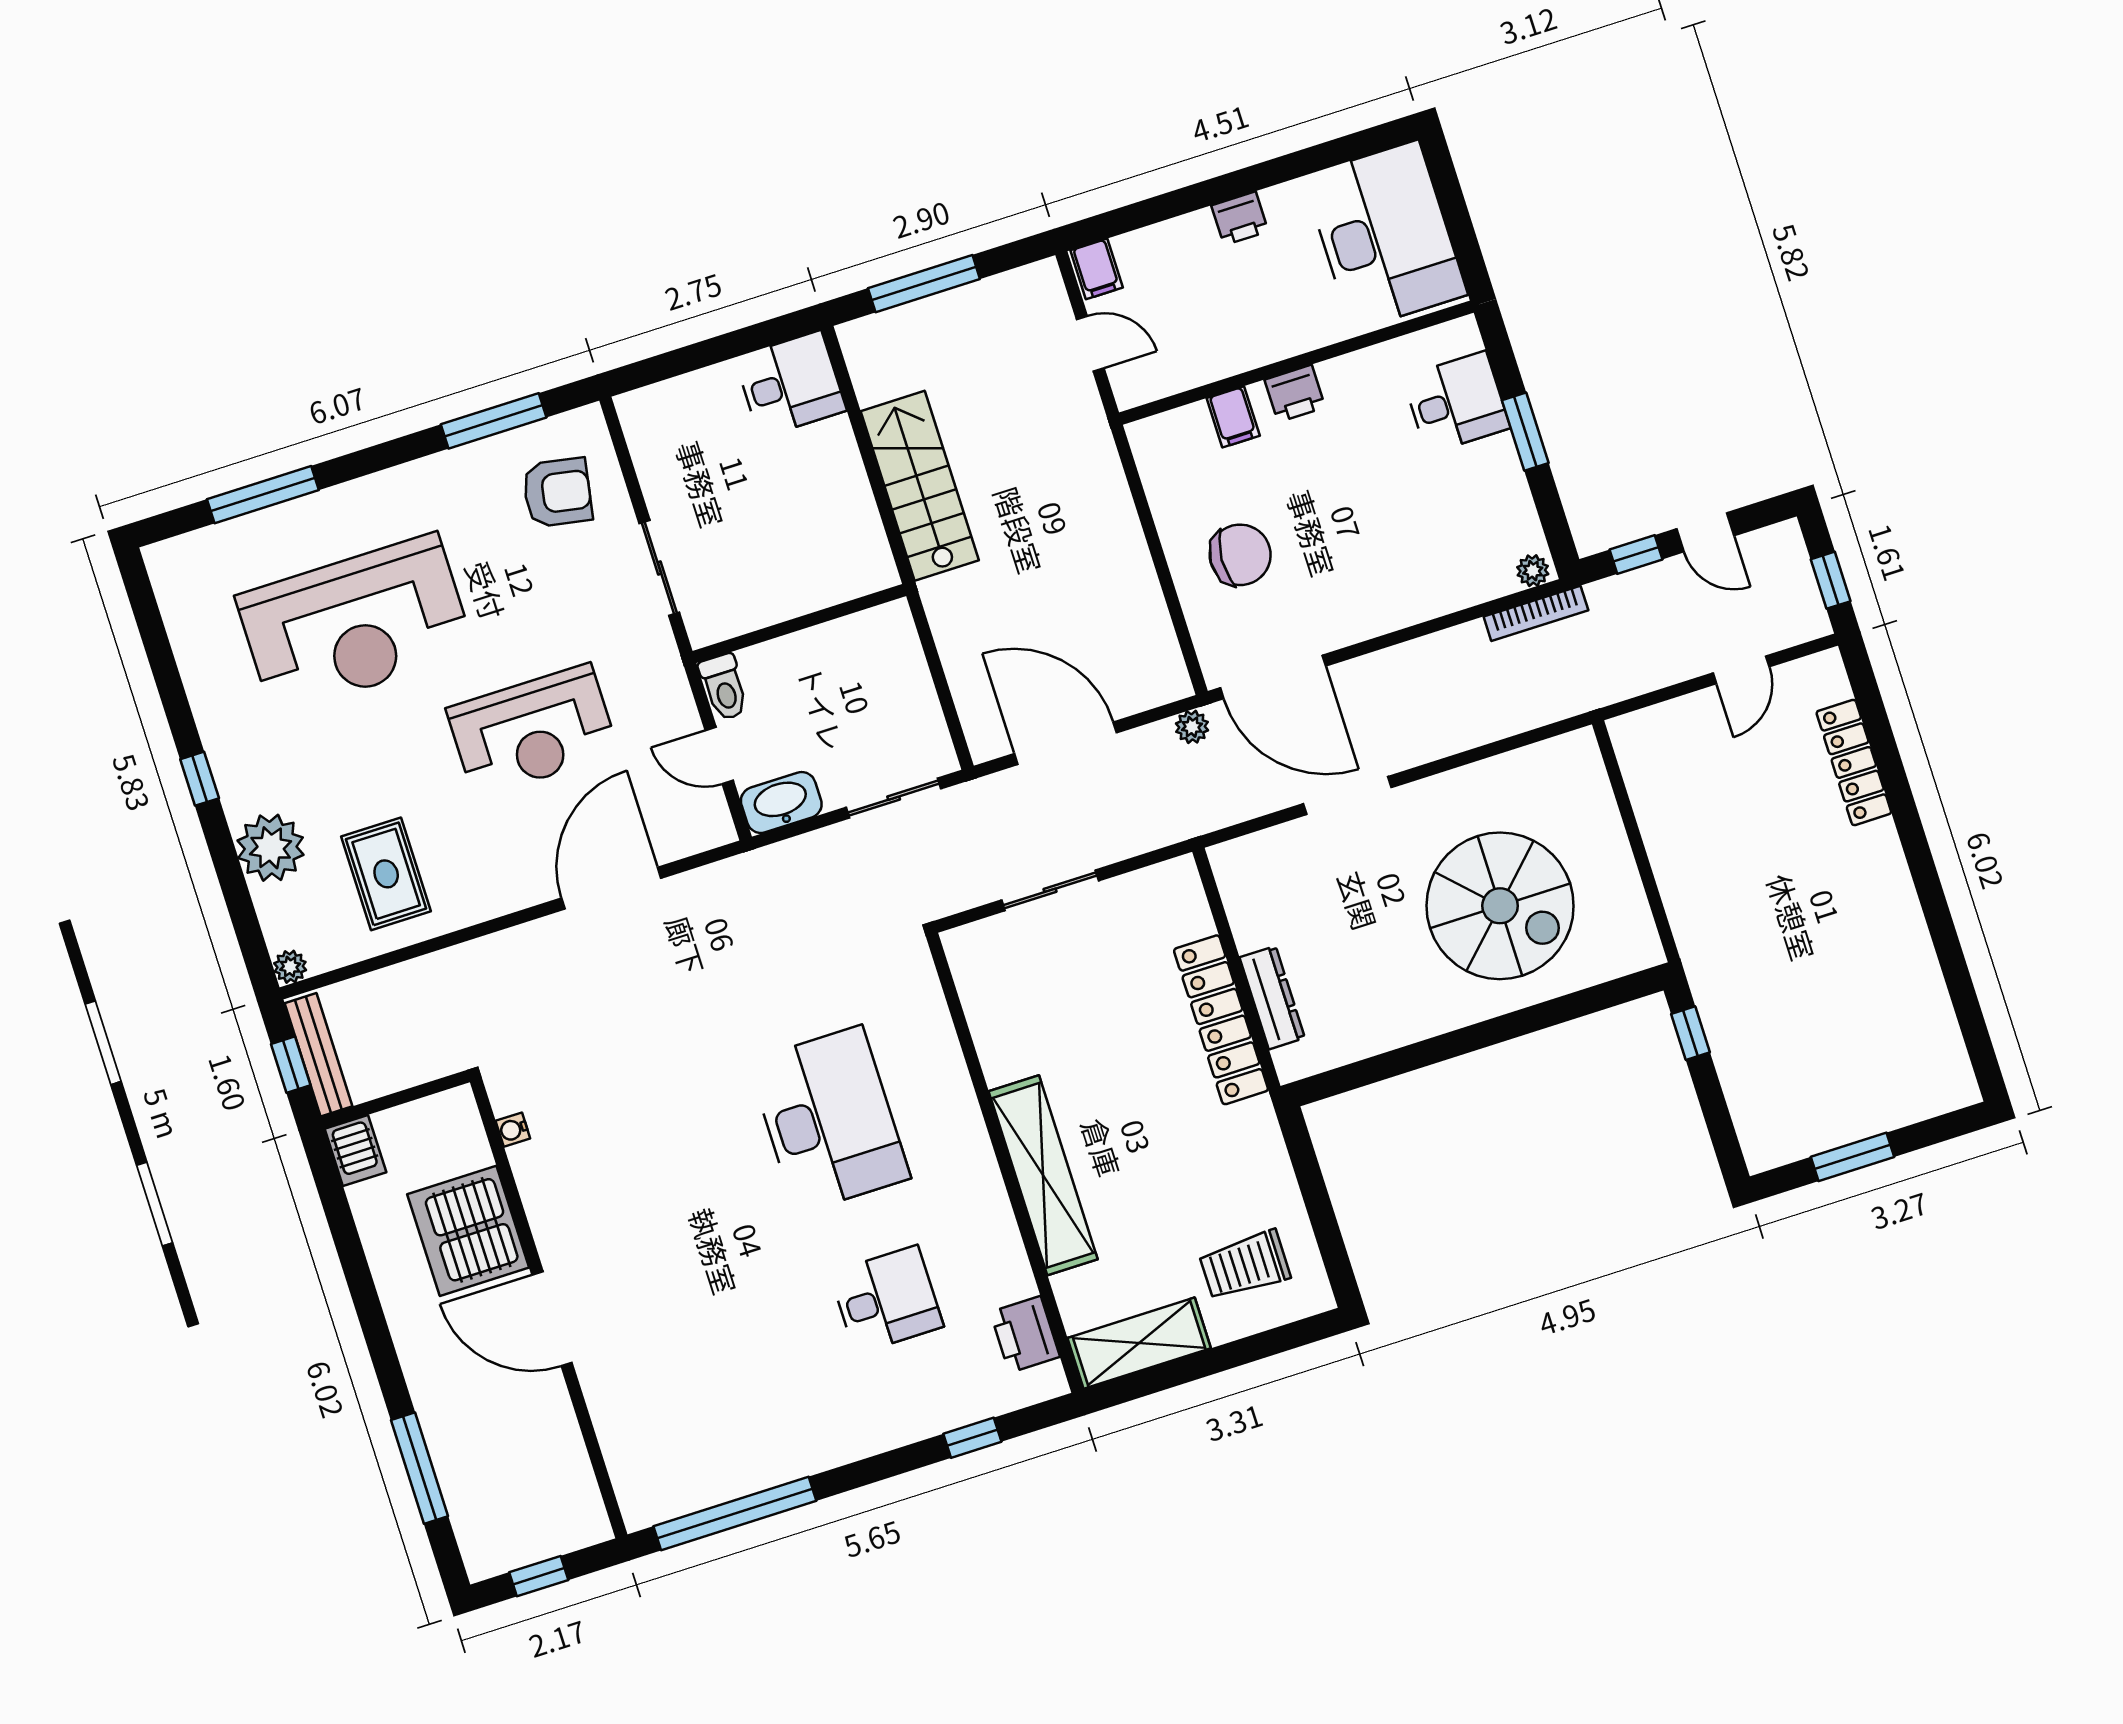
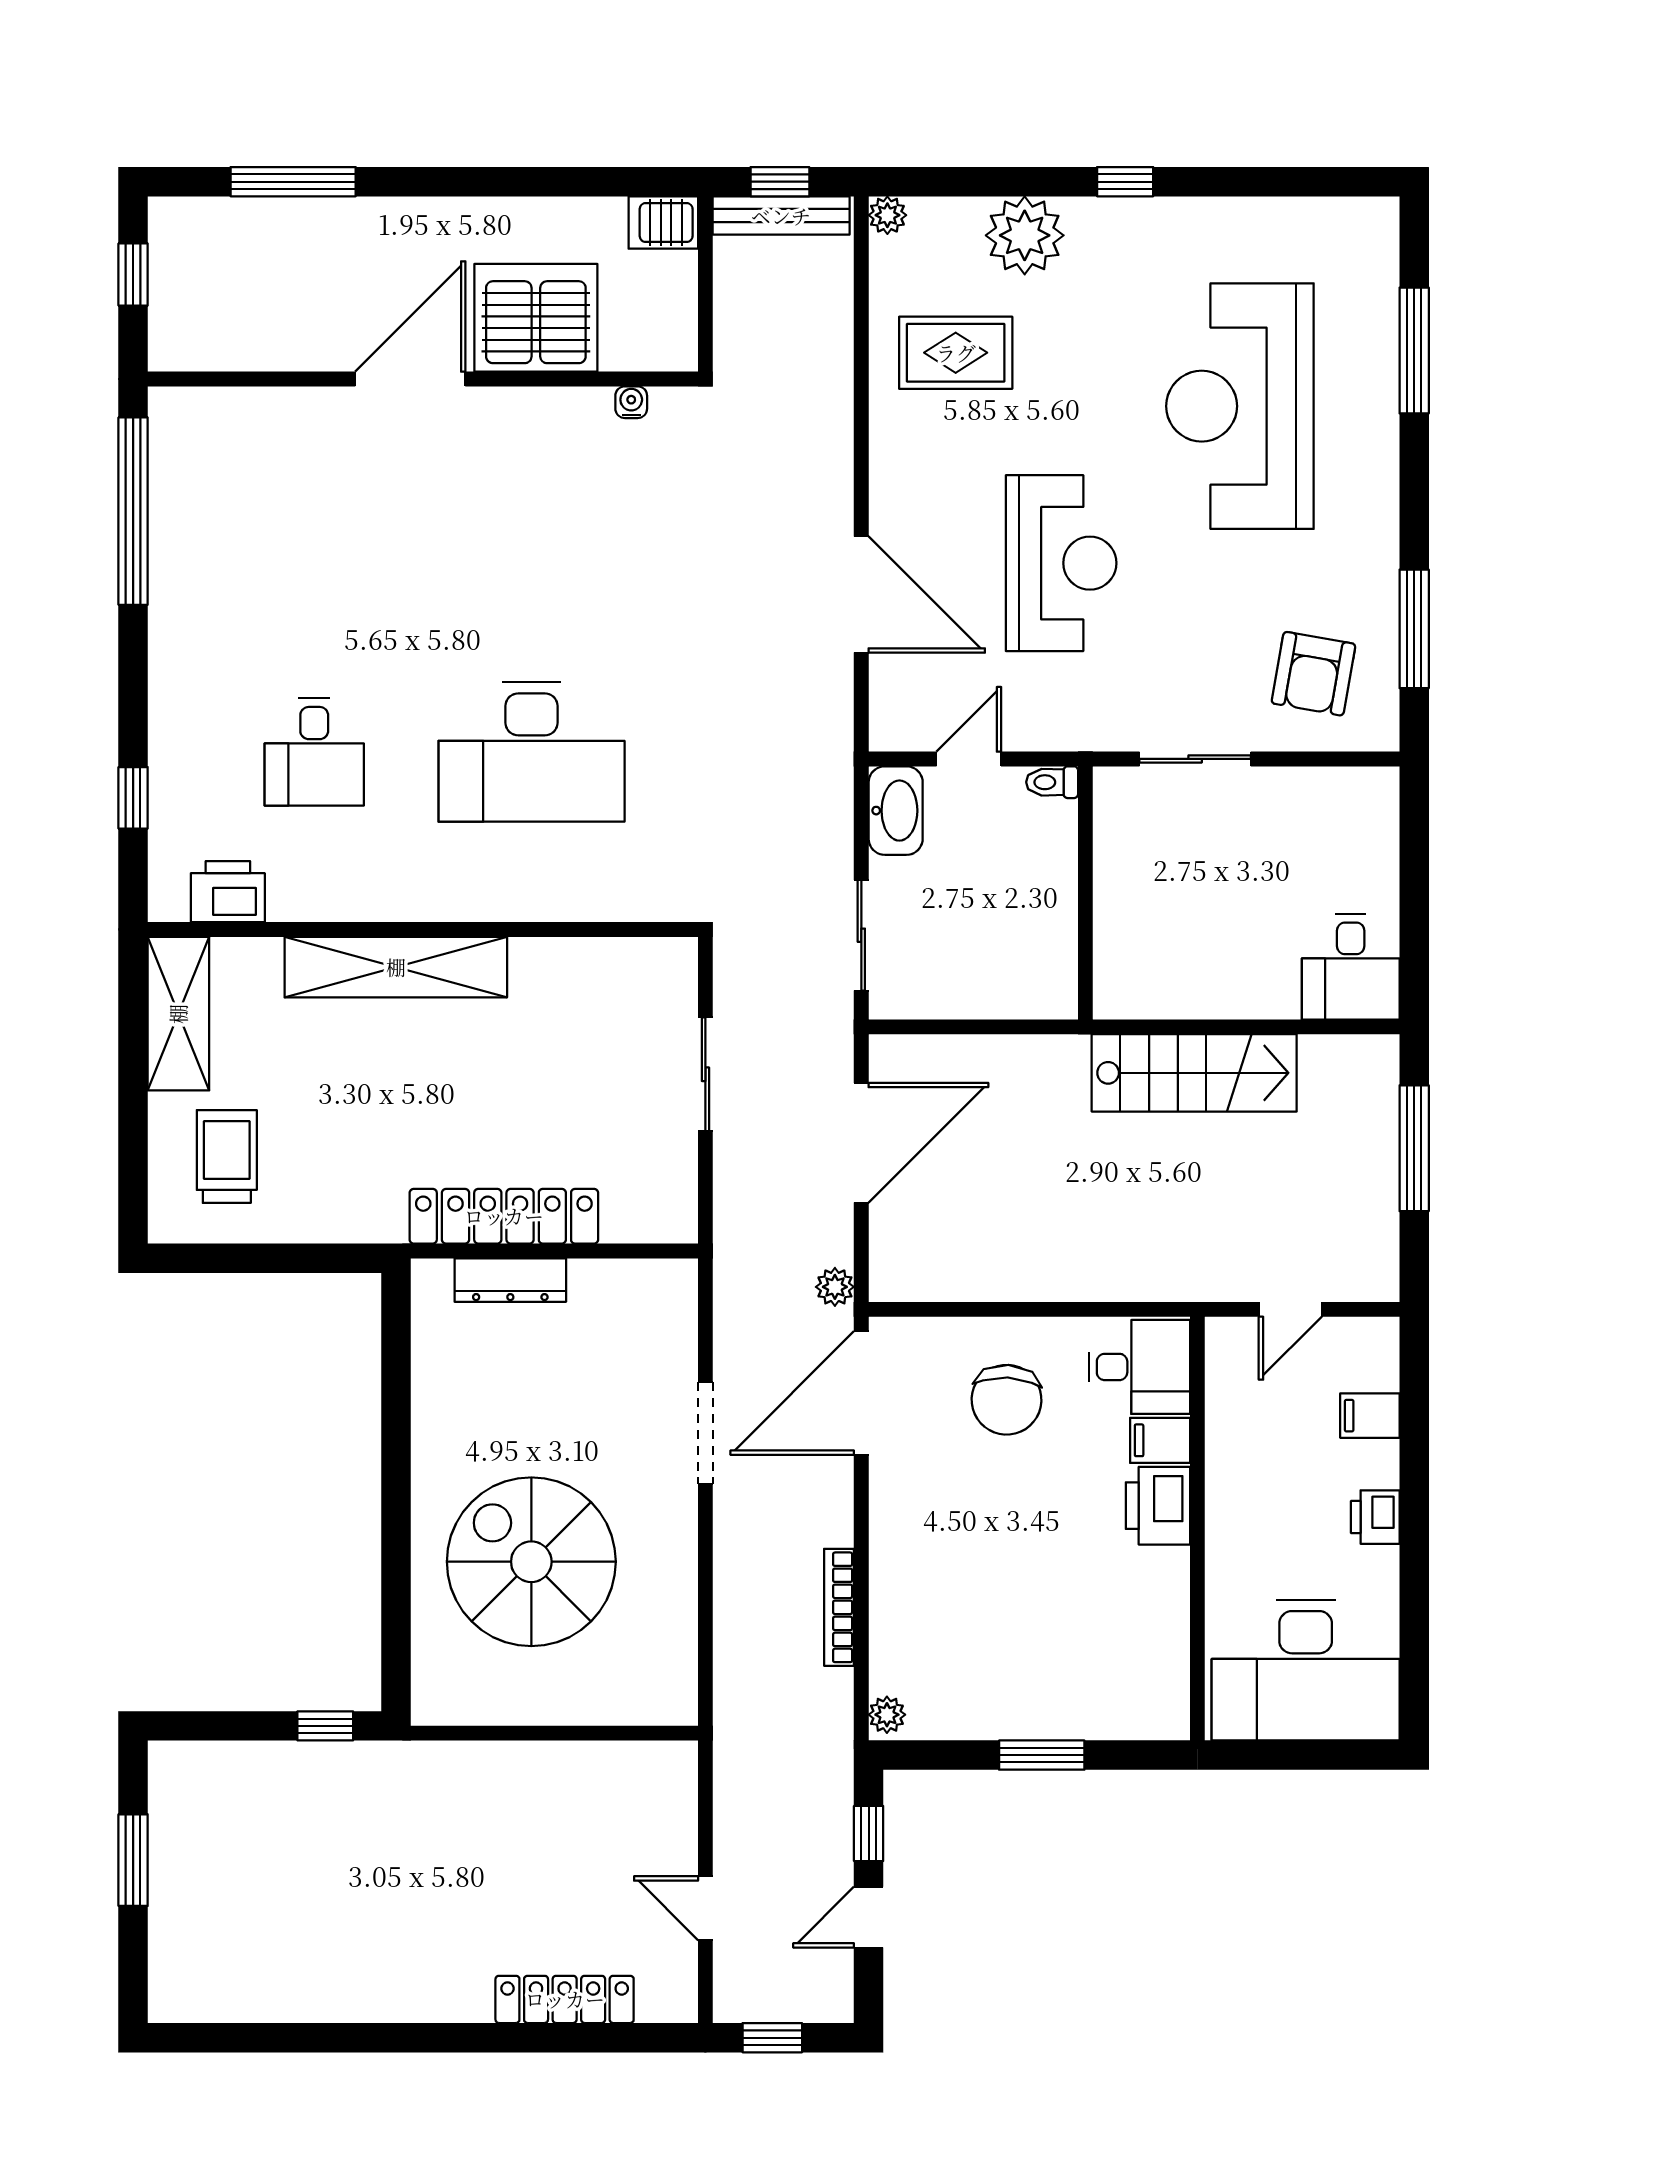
filing cabinet: (1097, 269) -> (1370, 1416), moved
printer: (1295, 393) -> (1158, 1506), width x1.36, depth x1.24
desk: (1456, 403) -> (1139, 1367), moved, turned -90
bookcase: (1536, 613) -> (839, 1607), moved
toilet: (724, 687) -> (1052, 782), width x0.73, depth x0.72
reception desk: (532, 731) -> (1061, 563), turned 180
spiral stairs: (1500, 906) -> (531, 1562), turned 90

